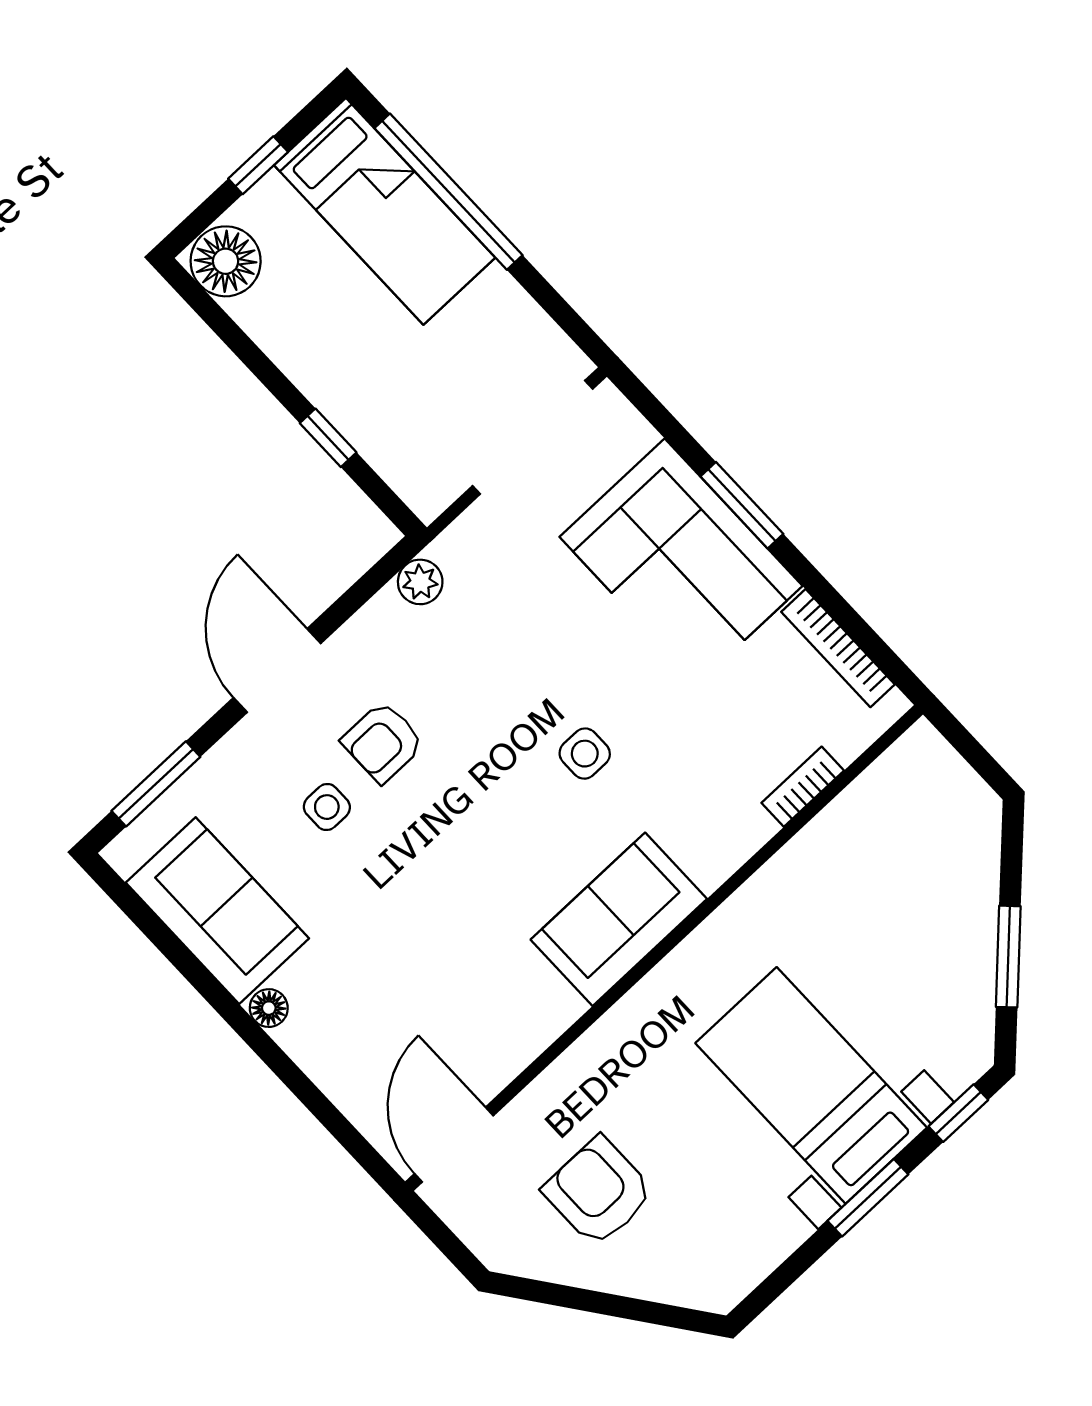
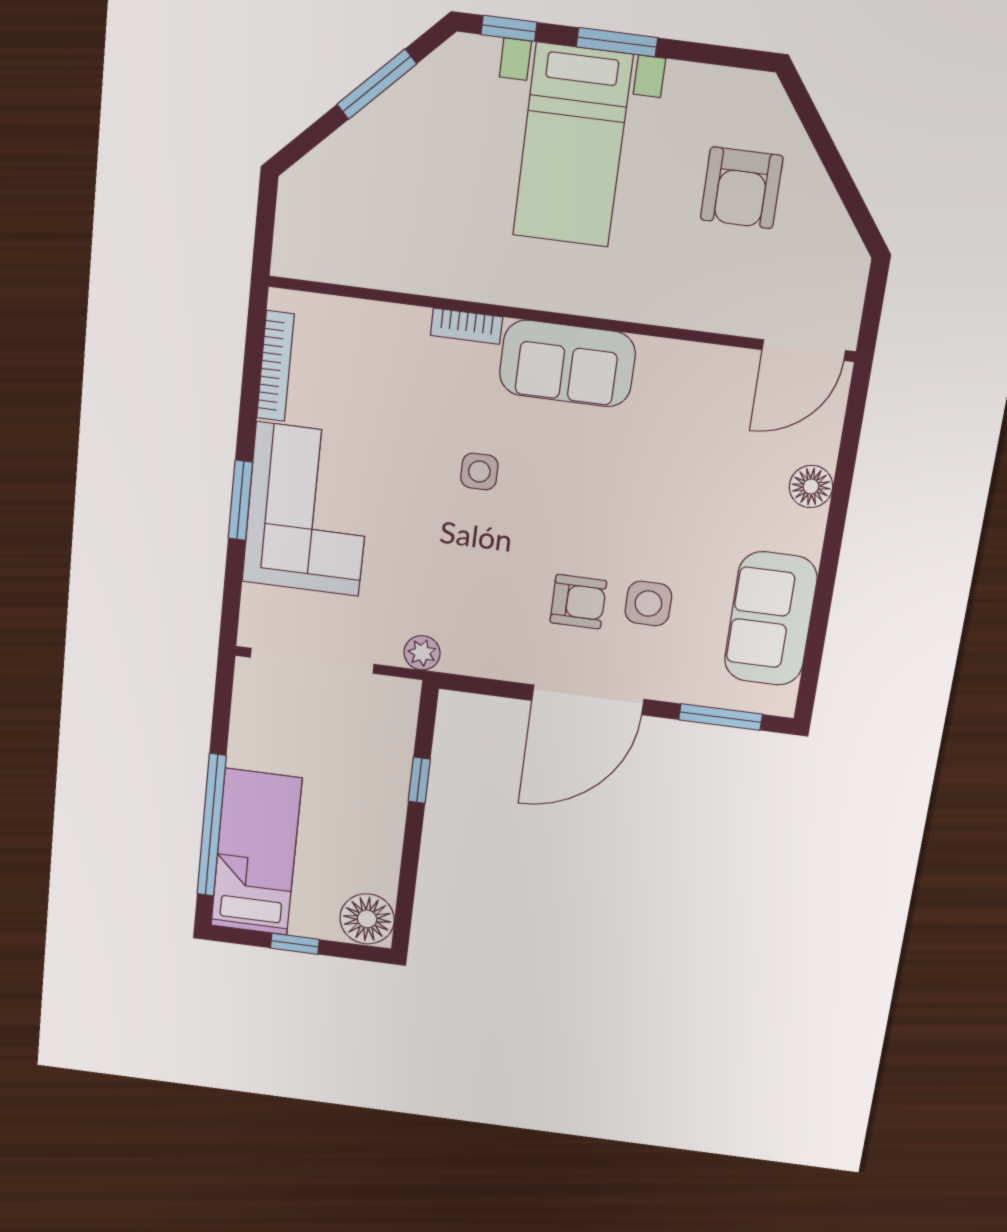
plant: (420, 582) -> (422, 653), moved
door: (277, 670) -> (588, 700), width x1.36
bookcase: (803, 787) -> (466, 326), moved
side table: (327, 807) -> (648, 603), width x1.37, depth x1.37
floor lamp: (269, 1008) -> (811, 486), moved, width x1.37, depth x1.37
armchair: (598, 1192) -> (742, 188), moved

